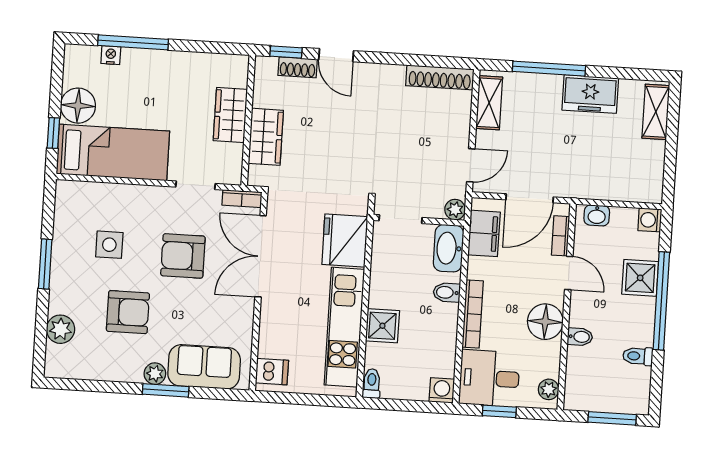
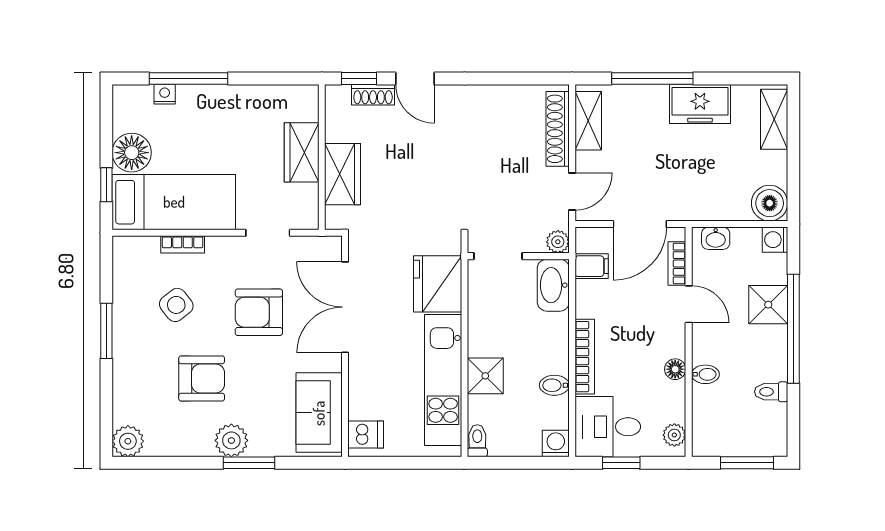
shoe rack: (440, 77) -> (558, 129), moved, turned 90
boiler: (647, 187) -> (770, 203), added
bookcase: (242, 199) -> (183, 244), moved
filing cabinet: (484, 233) -> (592, 266), width x0.50
side table: (109, 245) -> (176, 305), turned -38
bidet: (447, 292) -> (554, 385), moved
floor lamp: (545, 322) -> (675, 369), width x0.53, depth x0.53
plant: (61, 329) -> (128, 441), moved
sofa: (204, 367) -> (319, 413), moved, turned -90
plant: (155, 374) -> (231, 440), width x1.38, depth x1.38

